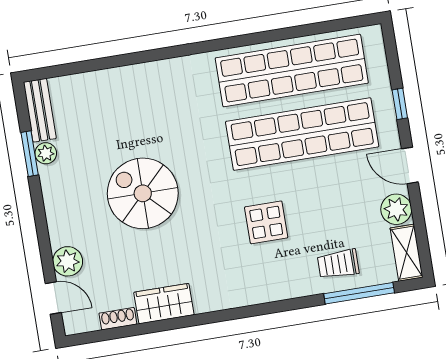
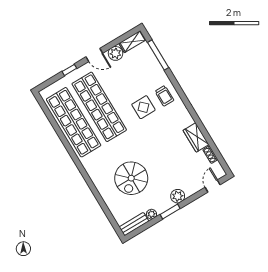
window: (30, 154) -> (170, 211), moved
door: (410, 165) -> (94, 55), hinge flipped
spiral stairs: (143, 193) -> (131, 178), moved
plant: (68, 261) -> (178, 196), moved
trolley: (338, 264) -> (164, 96), moved

